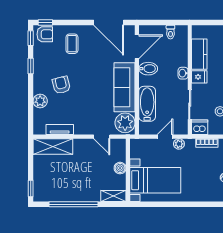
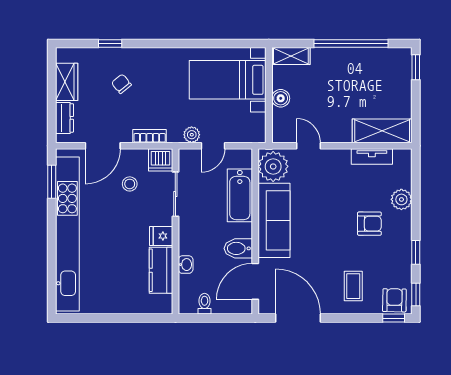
armchair: (45, 34) -> (394, 300), turned 91
washbasin: (183, 73) -> (186, 265), moved
armchair: (61, 85) -> (369, 224), turned -76

